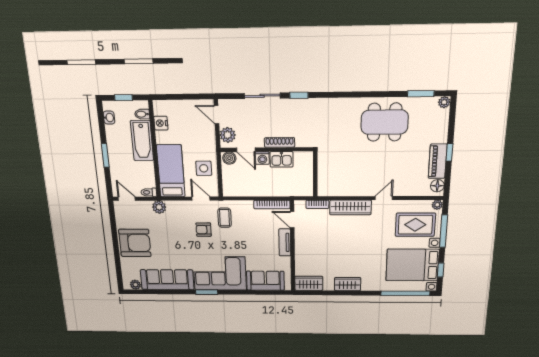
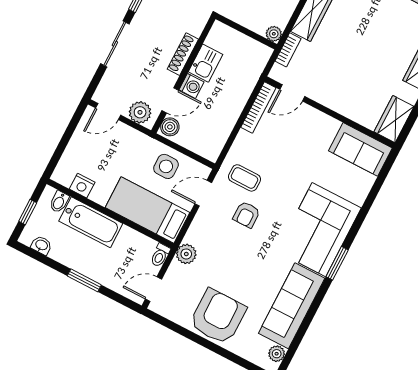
plant: (323, 191) -> (274, 34), added
tv unit: (285, 242) -> (319, 119), removed
sofa: (265, 281) -> (360, 149), moved, turned -90

